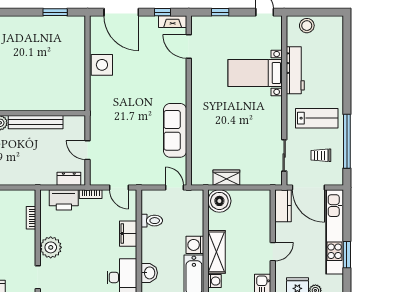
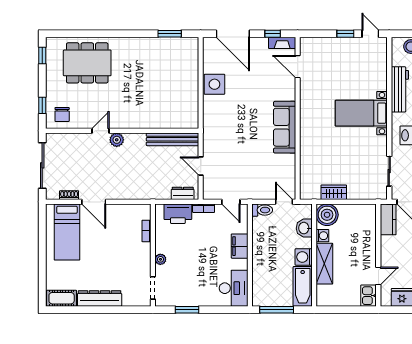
window: (220, 12) -> (345, 34), moved
bed with nightstands: (255, 73) -> (361, 113), moved
bench: (36, 122) -> (173, 139), moved
sofa: (175, 130) -> (285, 127), moved
toilet: (152, 221) -> (262, 210), moved
plant: (51, 247) -> (160, 259), width x0.53, depth x0.53
door: (273, 252) -> (378, 276), moved
washbasin: (149, 273) -> (304, 228), moved, turned 180
washing machine: (215, 281) -> (322, 236), moved

